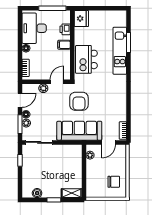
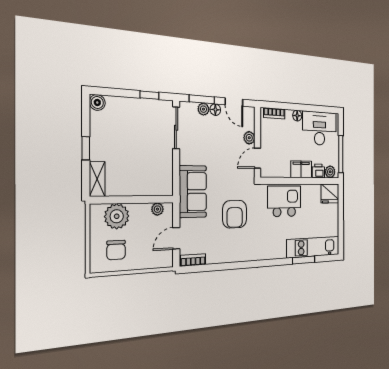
plant: (66, 18) -> (330, 172), added
filing cabinet: (64, 45) -> (301, 169), width x2.00
kitchen unit: (120, 51) -> (313, 247), moved
door: (57, 82) -> (257, 158), swing flipped
armchair: (79, 101) -> (235, 214), moved, turned -90
sofa: (79, 131) -> (193, 192), width x0.73
door: (109, 142) -> (176, 238), hinge flipped
plant: (94, 181) -> (117, 216), added
boiler: (37, 193) -> (97, 102), moved

